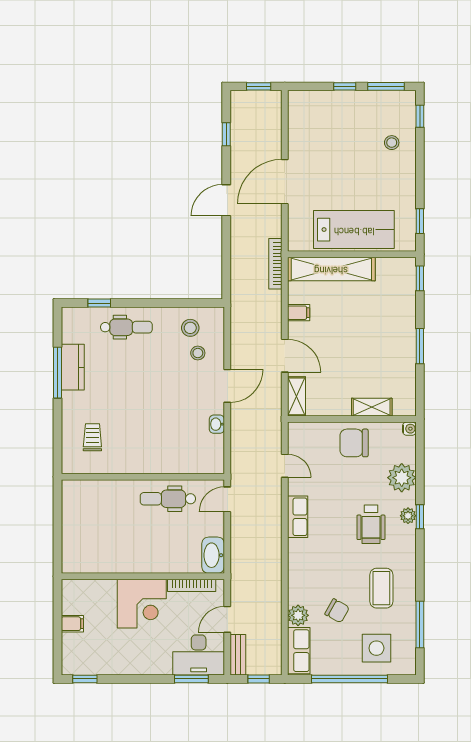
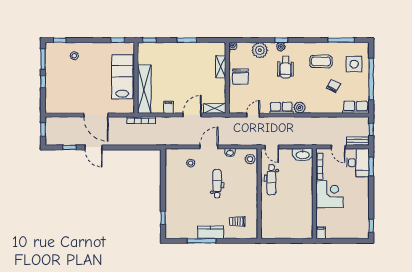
door: (226, 200) -> (93, 147), moved
dental chair: (126, 327) -> (217, 184), moved
stool: (190, 328) -> (250, 159), moved
kitchen counter: (73, 367) -> (211, 232), moved
door: (227, 386) -> (209, 147), hinge flipped
wheelchair: (371, 524) -> (286, 67), turned 90
plant: (298, 615) -> (300, 108), moved
filing cabinet: (72, 624) -> (321, 233), moved

